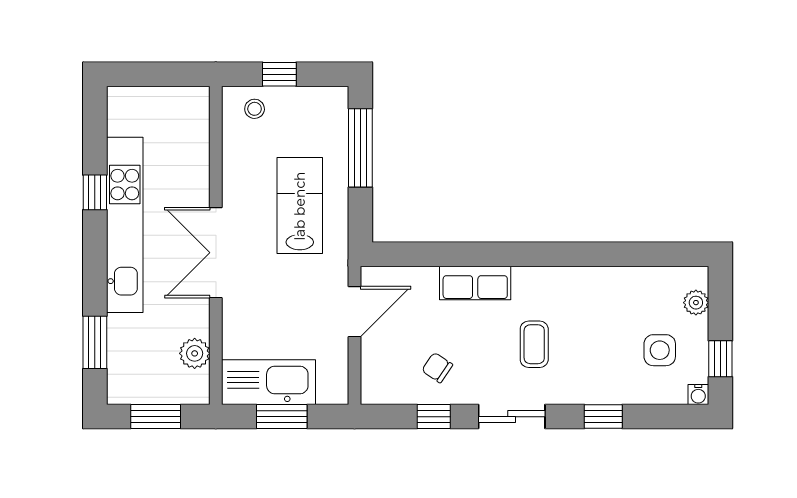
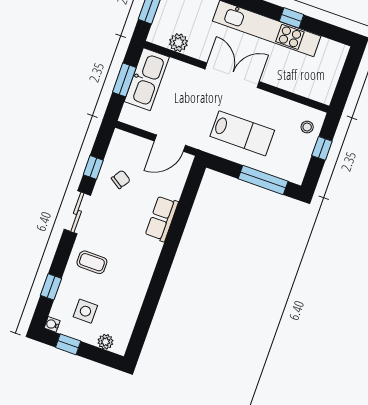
door: (354, 312) -> (170, 143), hinge flipped
coffee table: (534, 344) -> (92, 262), moved
window: (603, 417) -> (51, 287), moved

